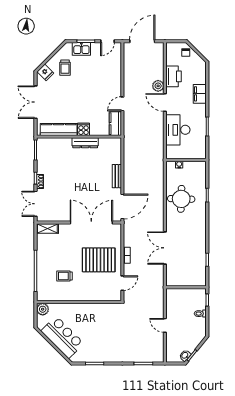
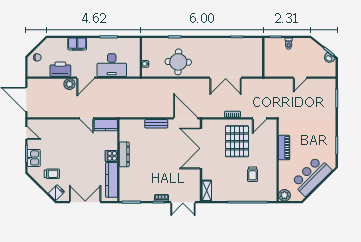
double door: (35, 102) -> (85, 202), swing flipped
door: (122, 283) -> (259, 118), swing flipped
piano: (92, 309) -> (284, 148), added

